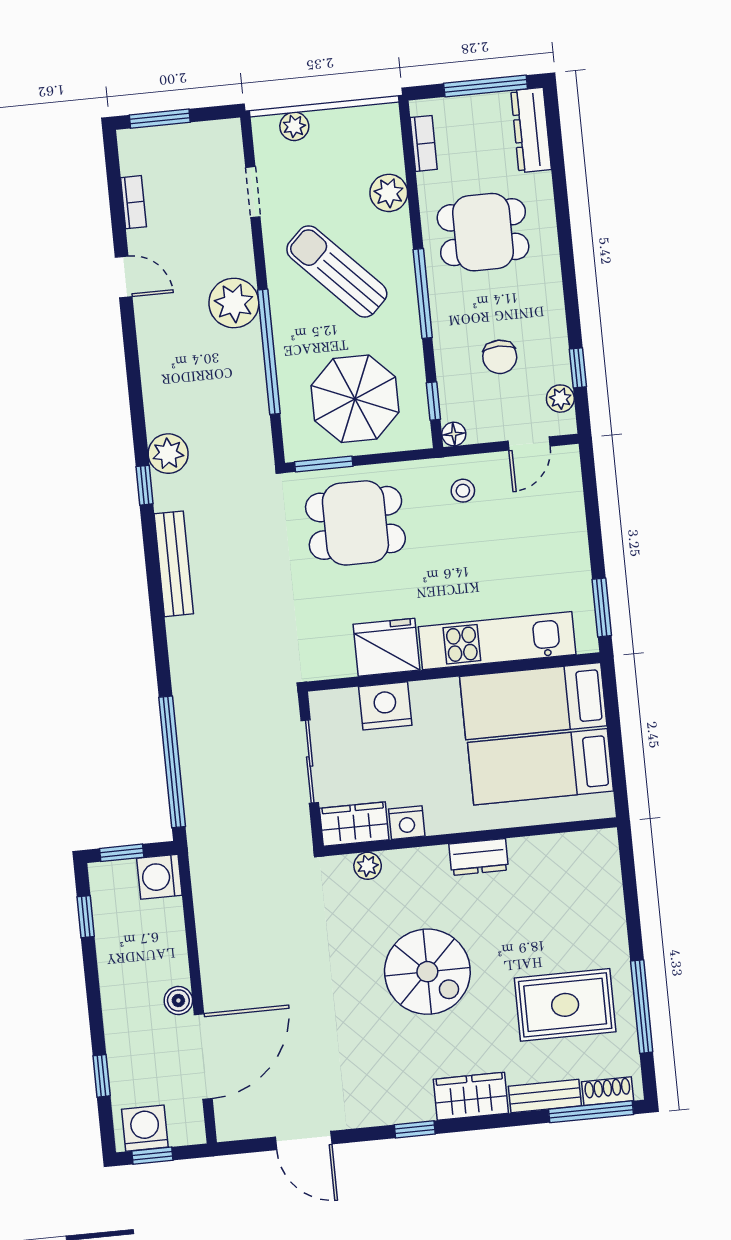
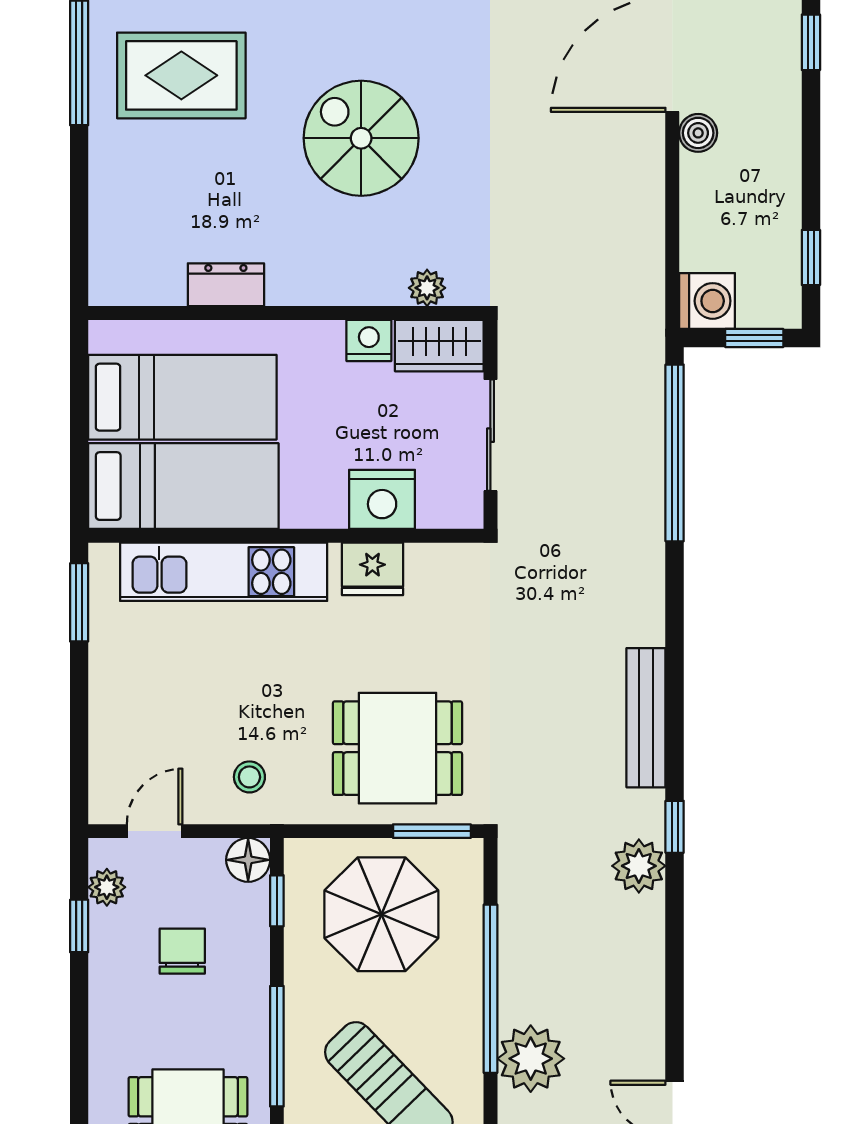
floor lamp: (454, 434) -> (248, 860), width x1.37, depth x1.37
fridge: (387, 647) -> (372, 569), width x0.73, depth x0.75
dresser: (479, 857) -> (226, 285), moved

